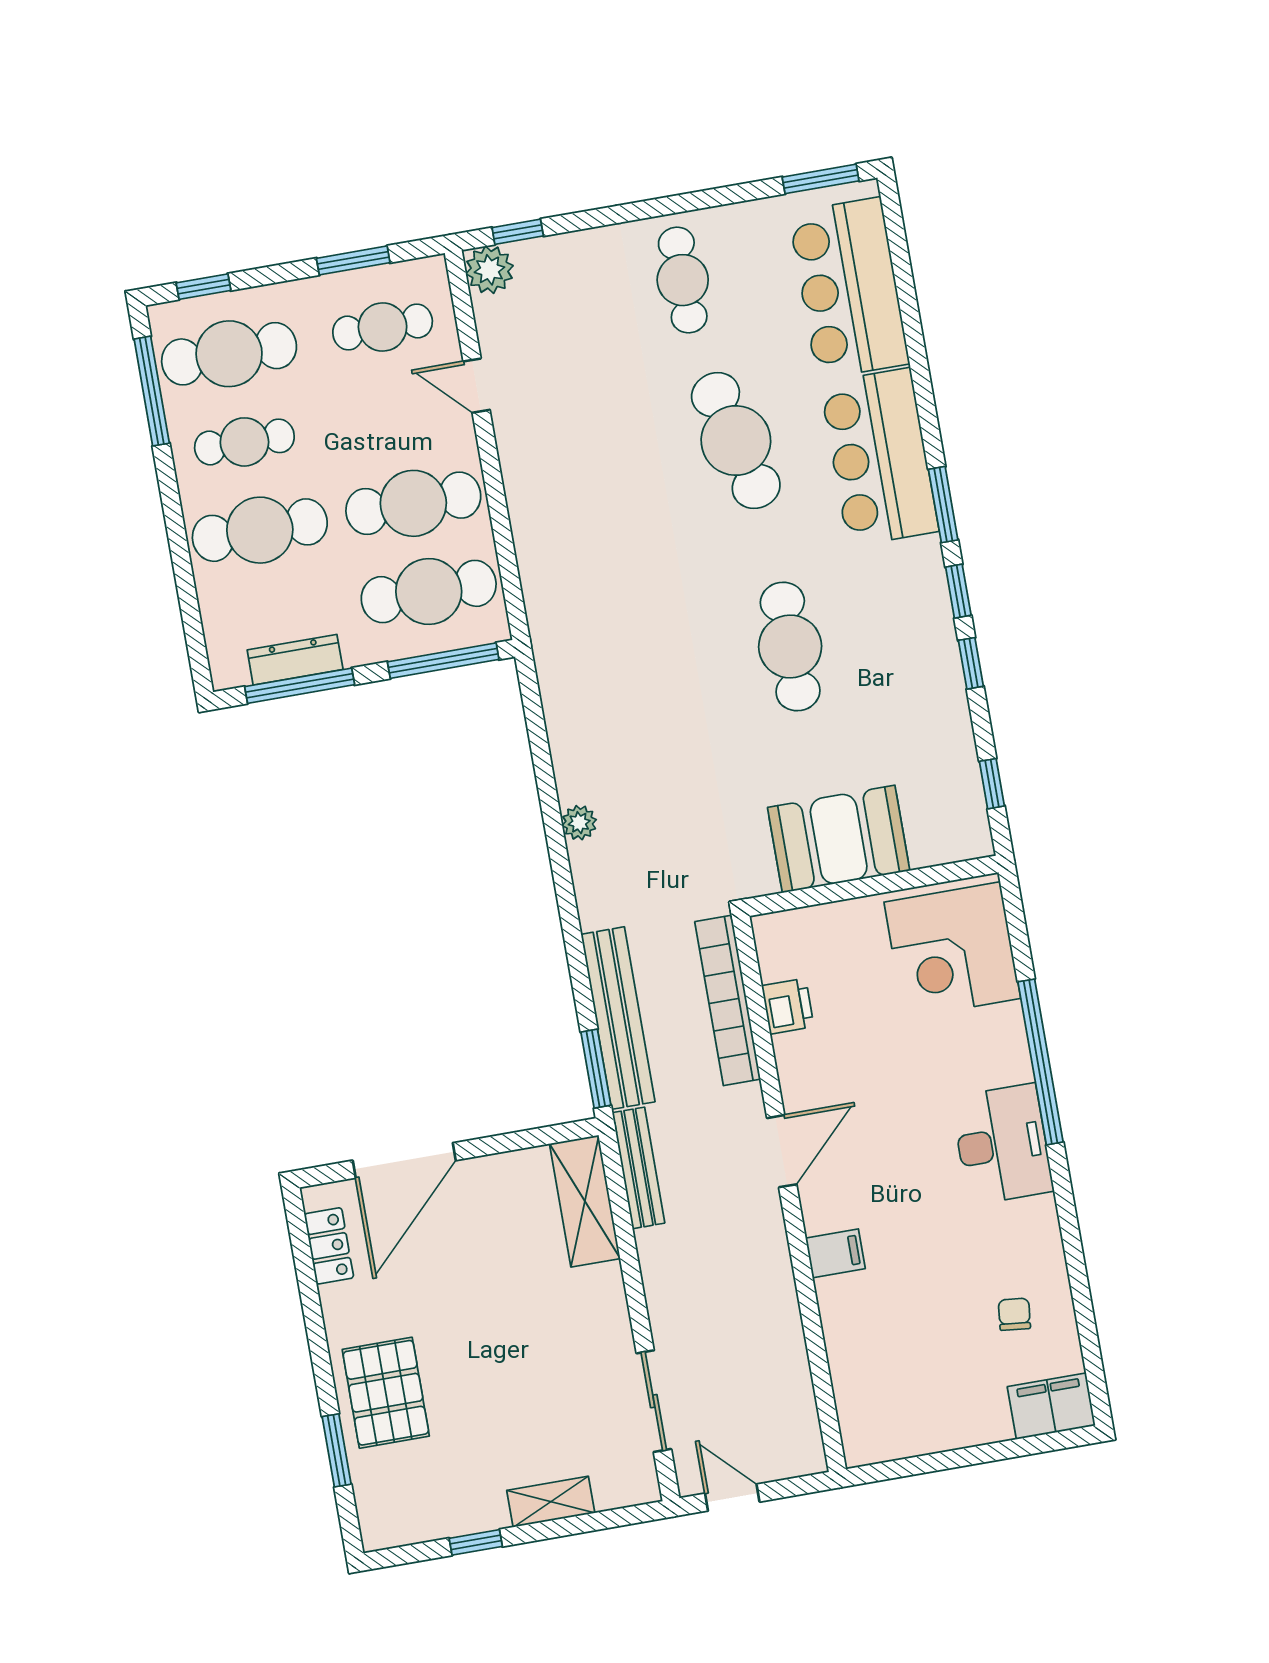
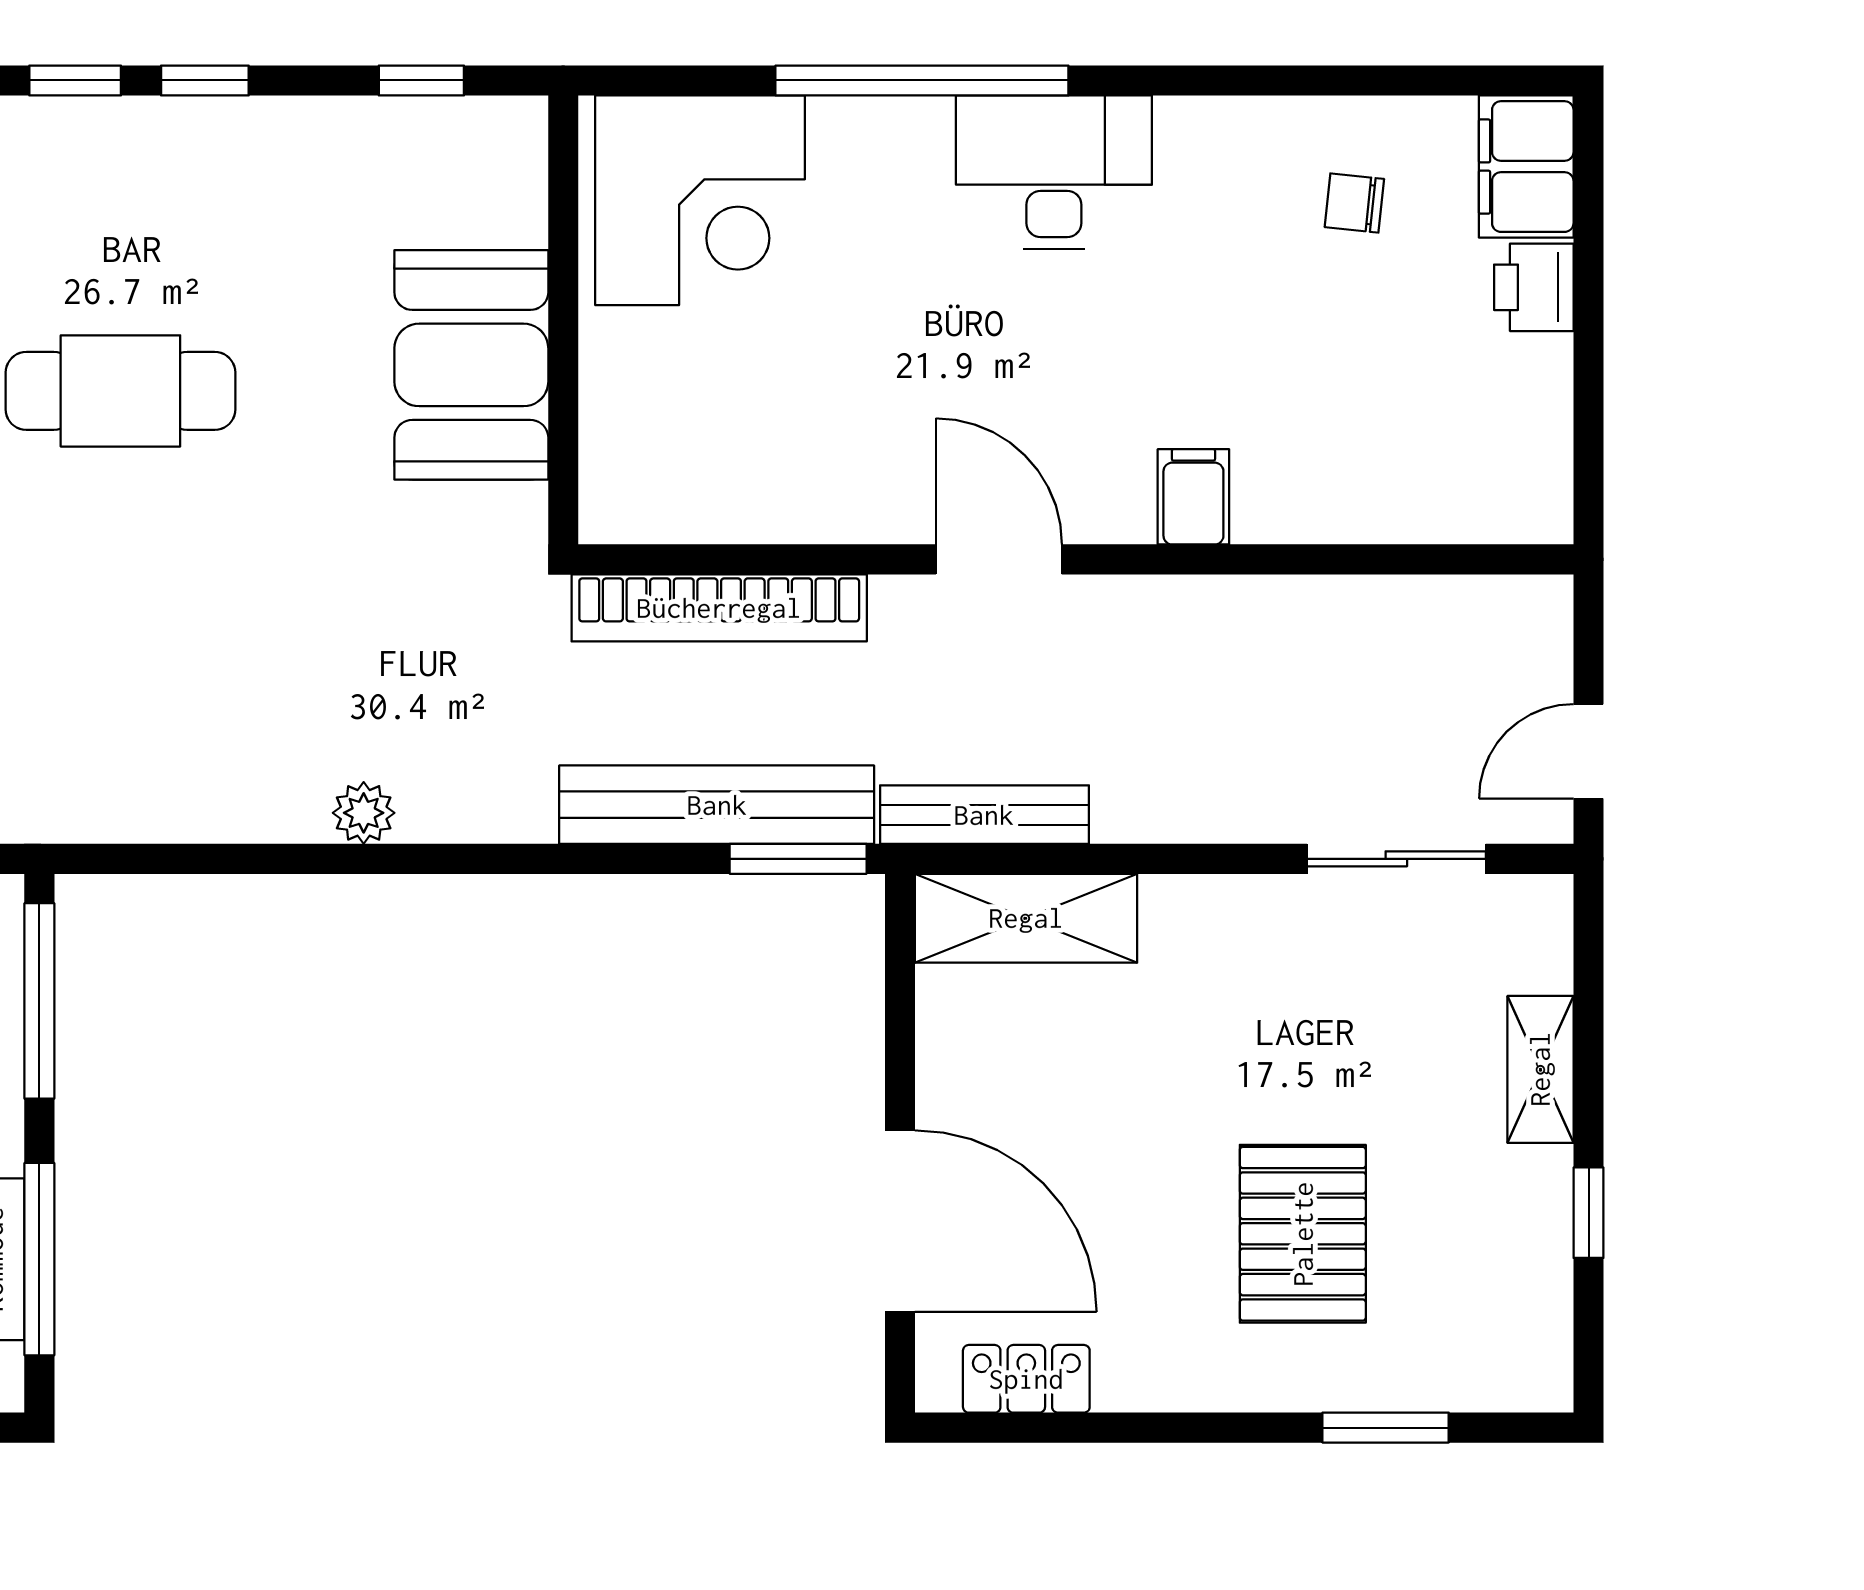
printer: (788, 1006) -> (1534, 287), moved, turned -90
pallet: (386, 1393) -> (1303, 1234), moved, turned 90

